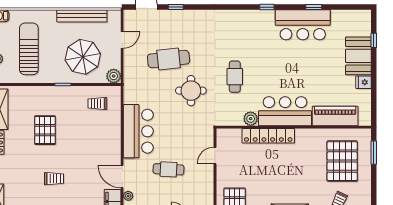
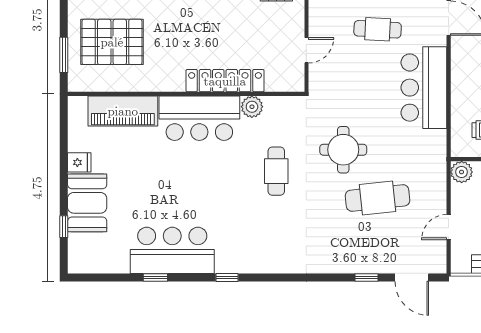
pallet: (342, 161) -> (112, 42), turned 90

